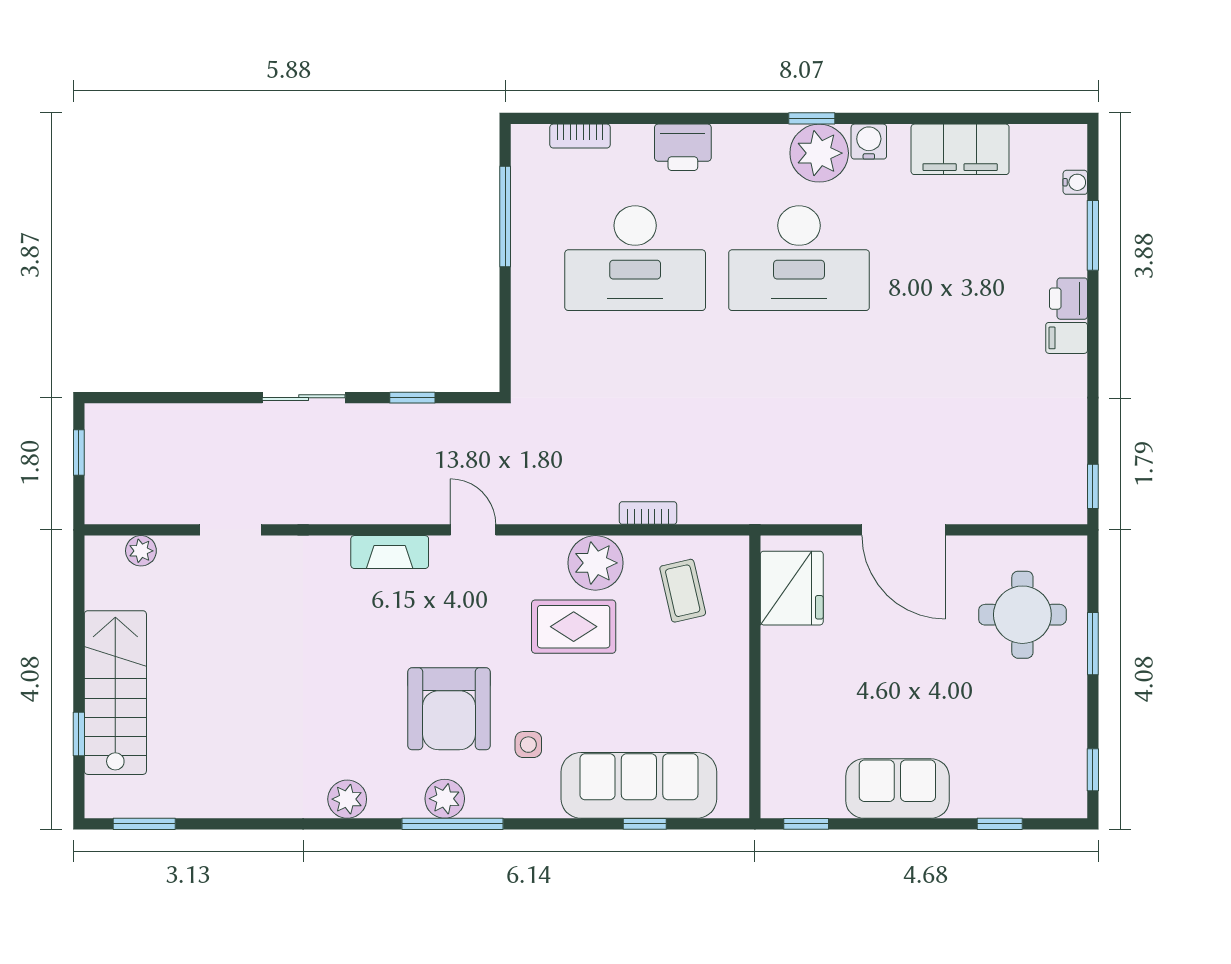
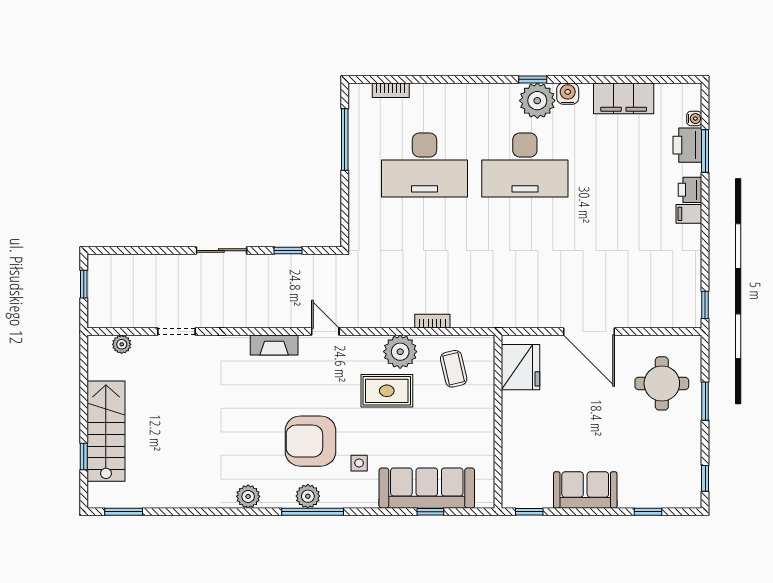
printer: (683, 147) -> (687, 145), moved, turned 90
armchair: (449, 709) -> (310, 441), turned 90

